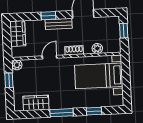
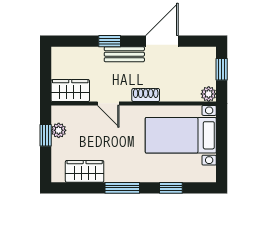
wardrobe: (18, 34) -> (70, 91), moved, turned -90
plant: (97, 48) -> (209, 94), moved
door: (50, 57) -> (108, 103), swing flipped
plant: (17, 65) -> (59, 130), moved

